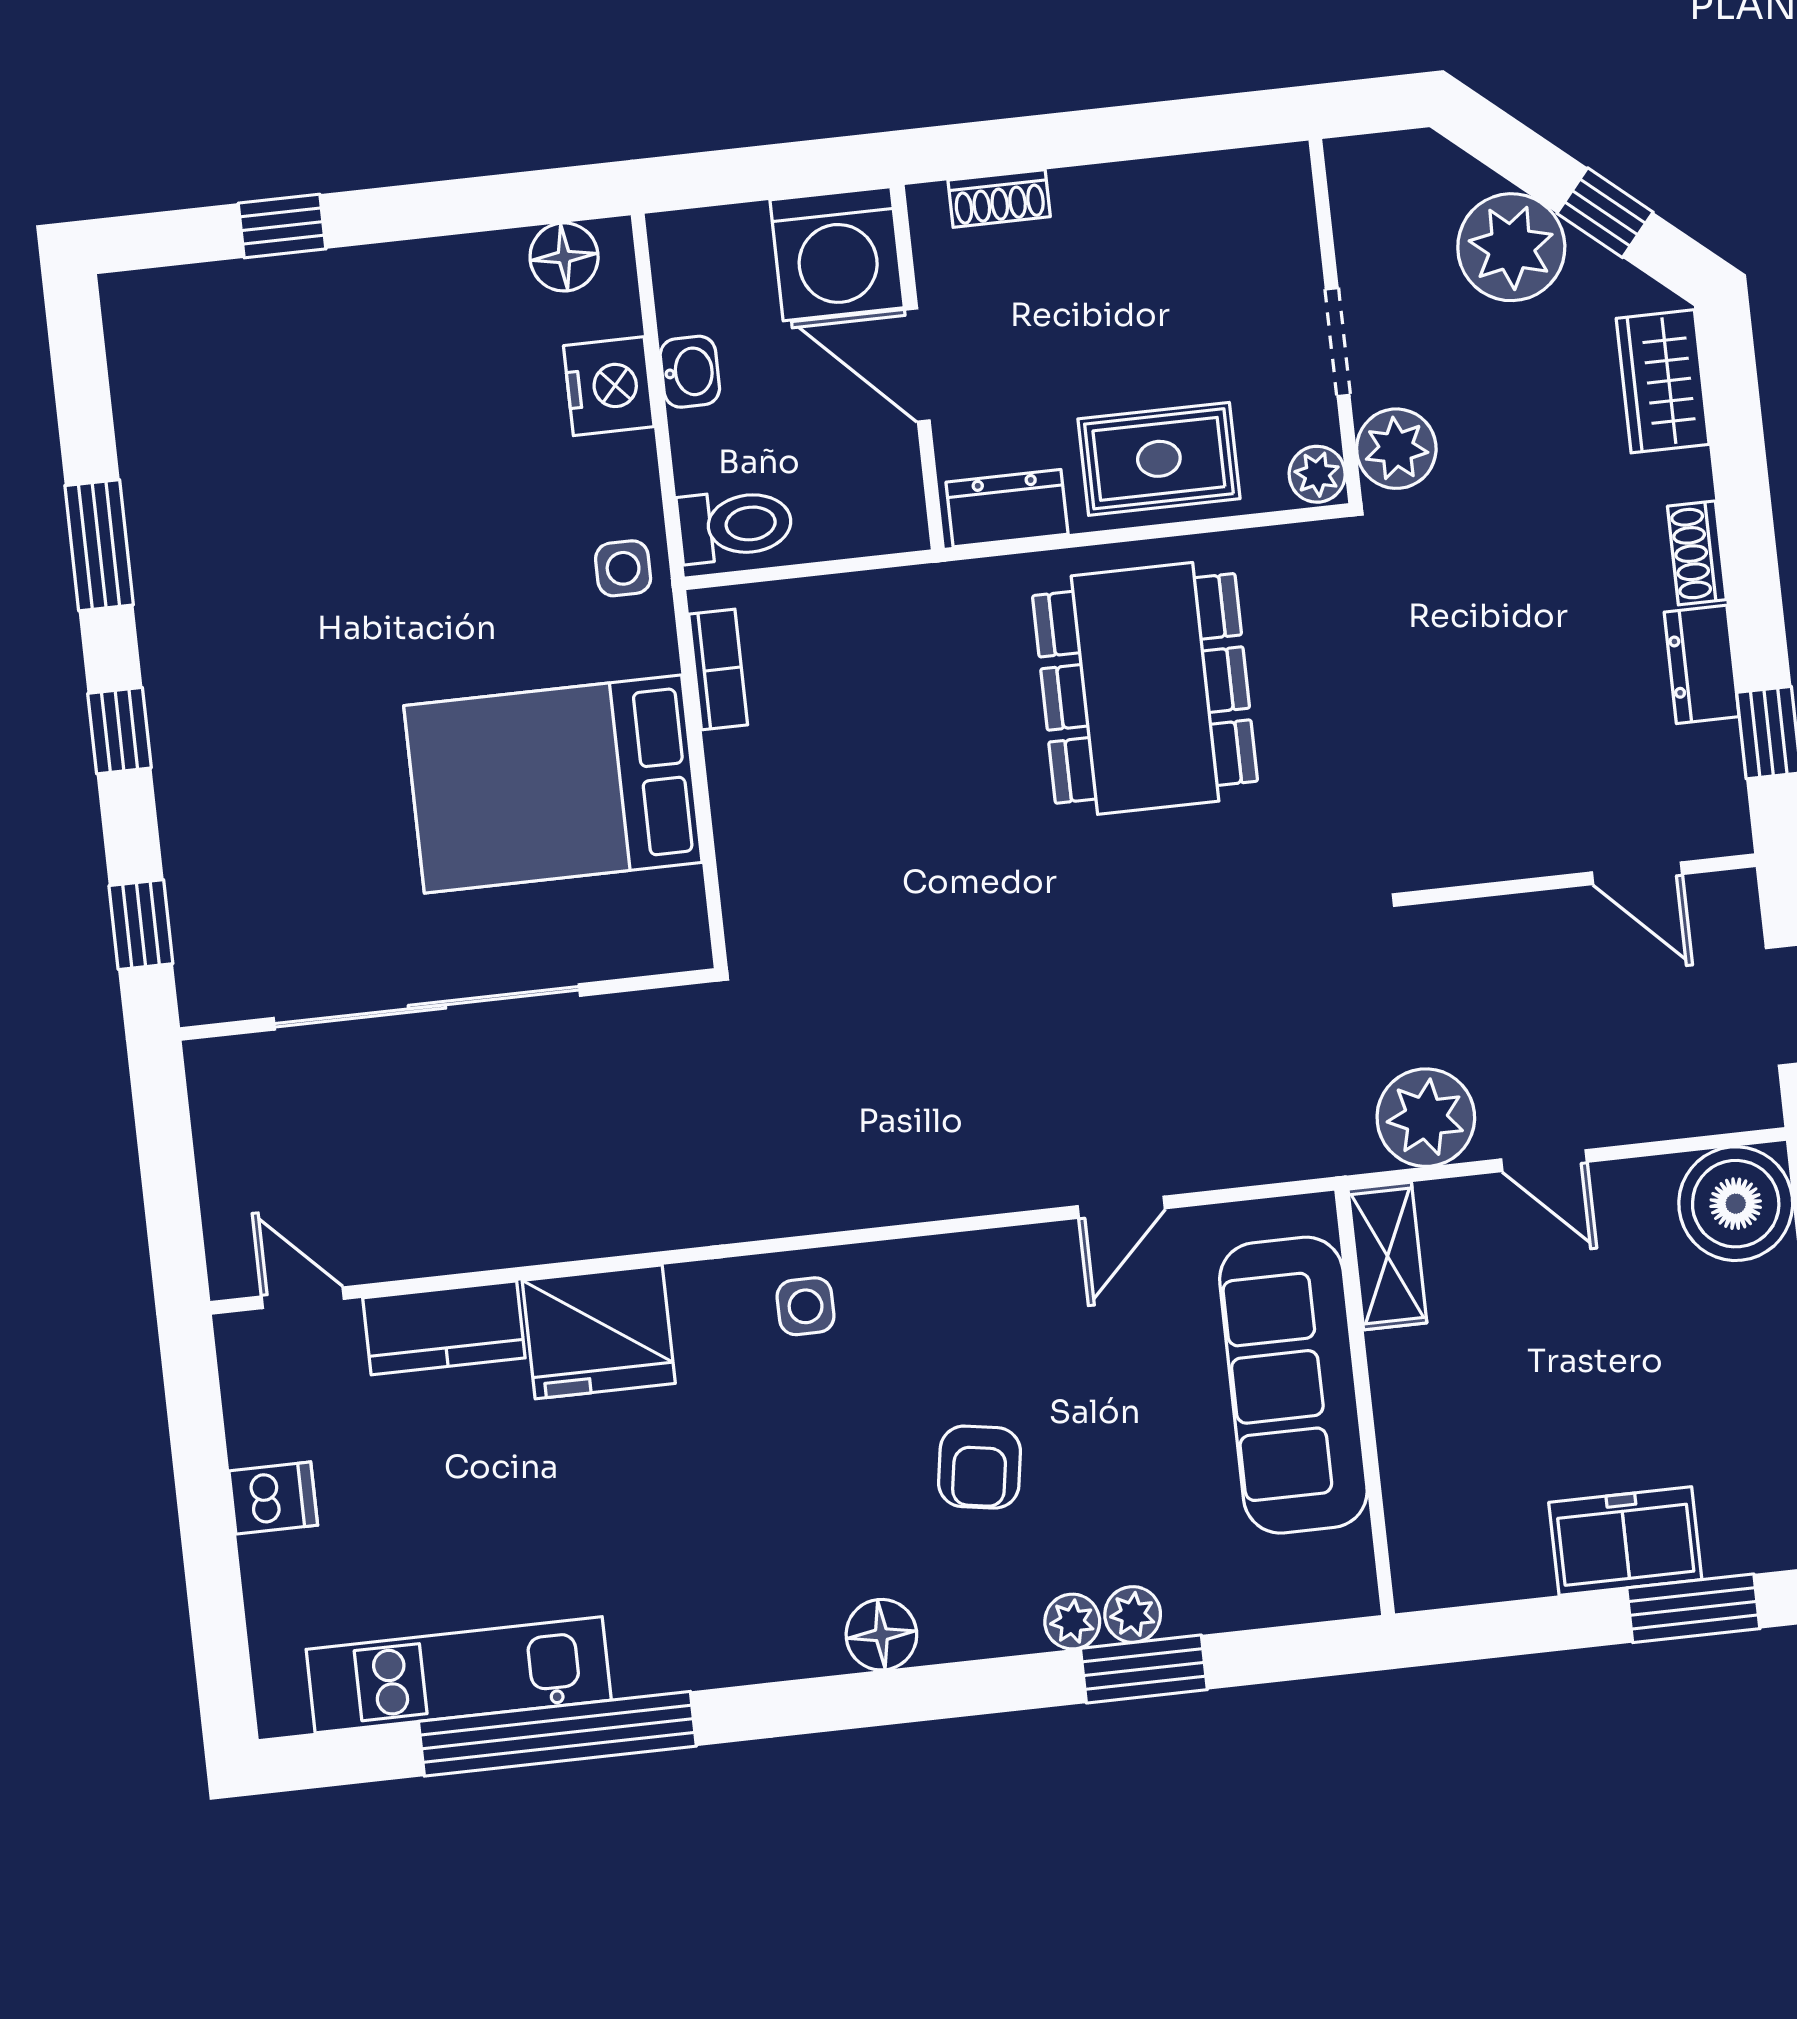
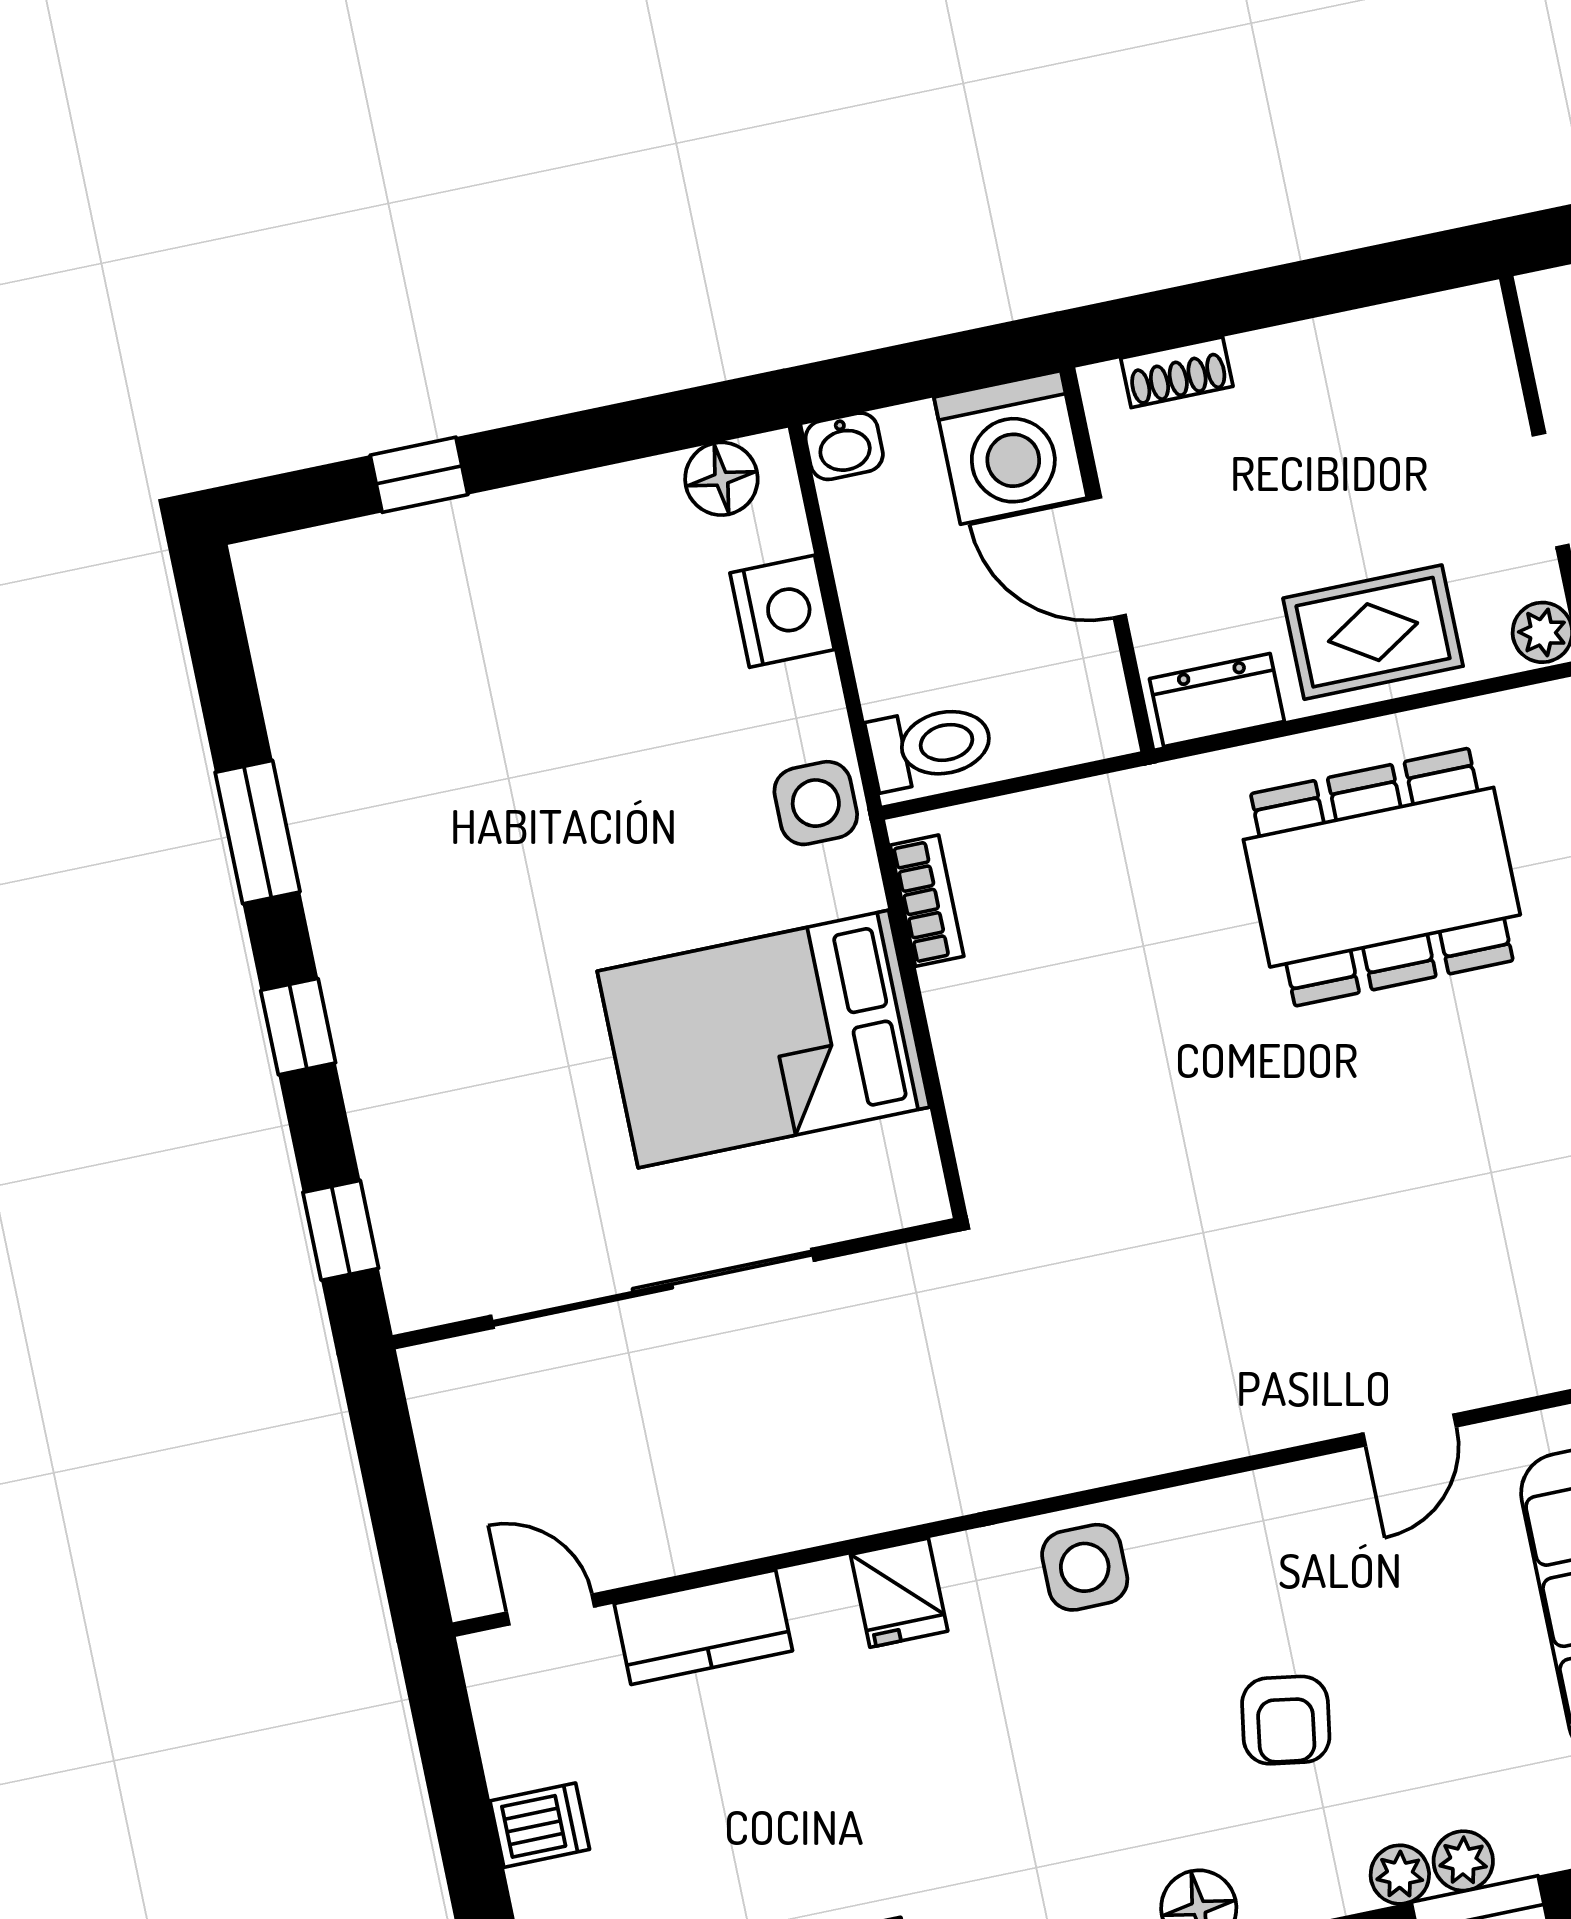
washbasin: (690, 372) -> (844, 446), moved, turned 90
side table: (623, 568) -> (816, 803), width x1.37, depth x1.37
dining table: (1145, 688) -> (1382, 877), turned 90
side table: (806, 1306) -> (1085, 1567), width x1.37, depth x1.37
fridge: (599, 1332) -> (899, 1593), width x0.53, depth x0.75

